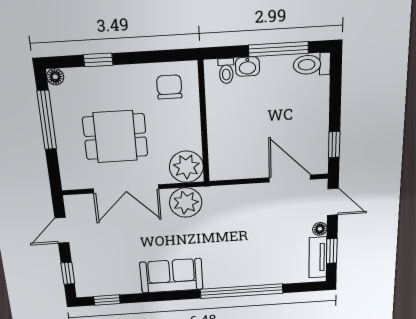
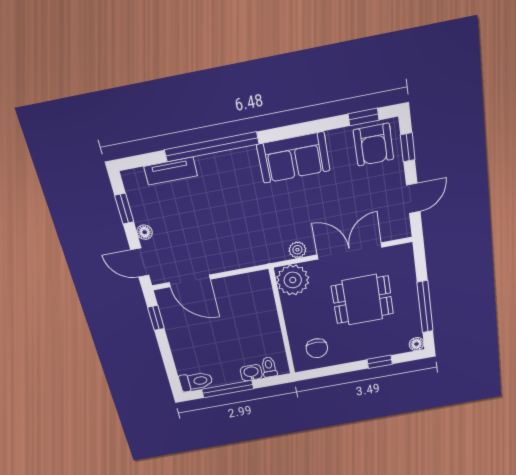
plant: (186, 203) -> (297, 250), width x0.53, depth x0.53
tv unit: (318, 257) -> (171, 171), moved, turned 90
armchair: (99, 278) -> (373, 145), added

